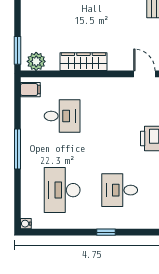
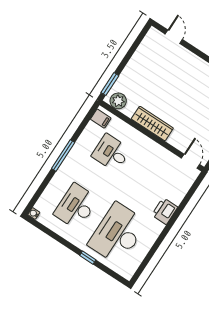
desk: (62, 116) -> (111, 153), turned 180
desk: (120, 190) -> (118, 234), width x1.87, depth x1.30

